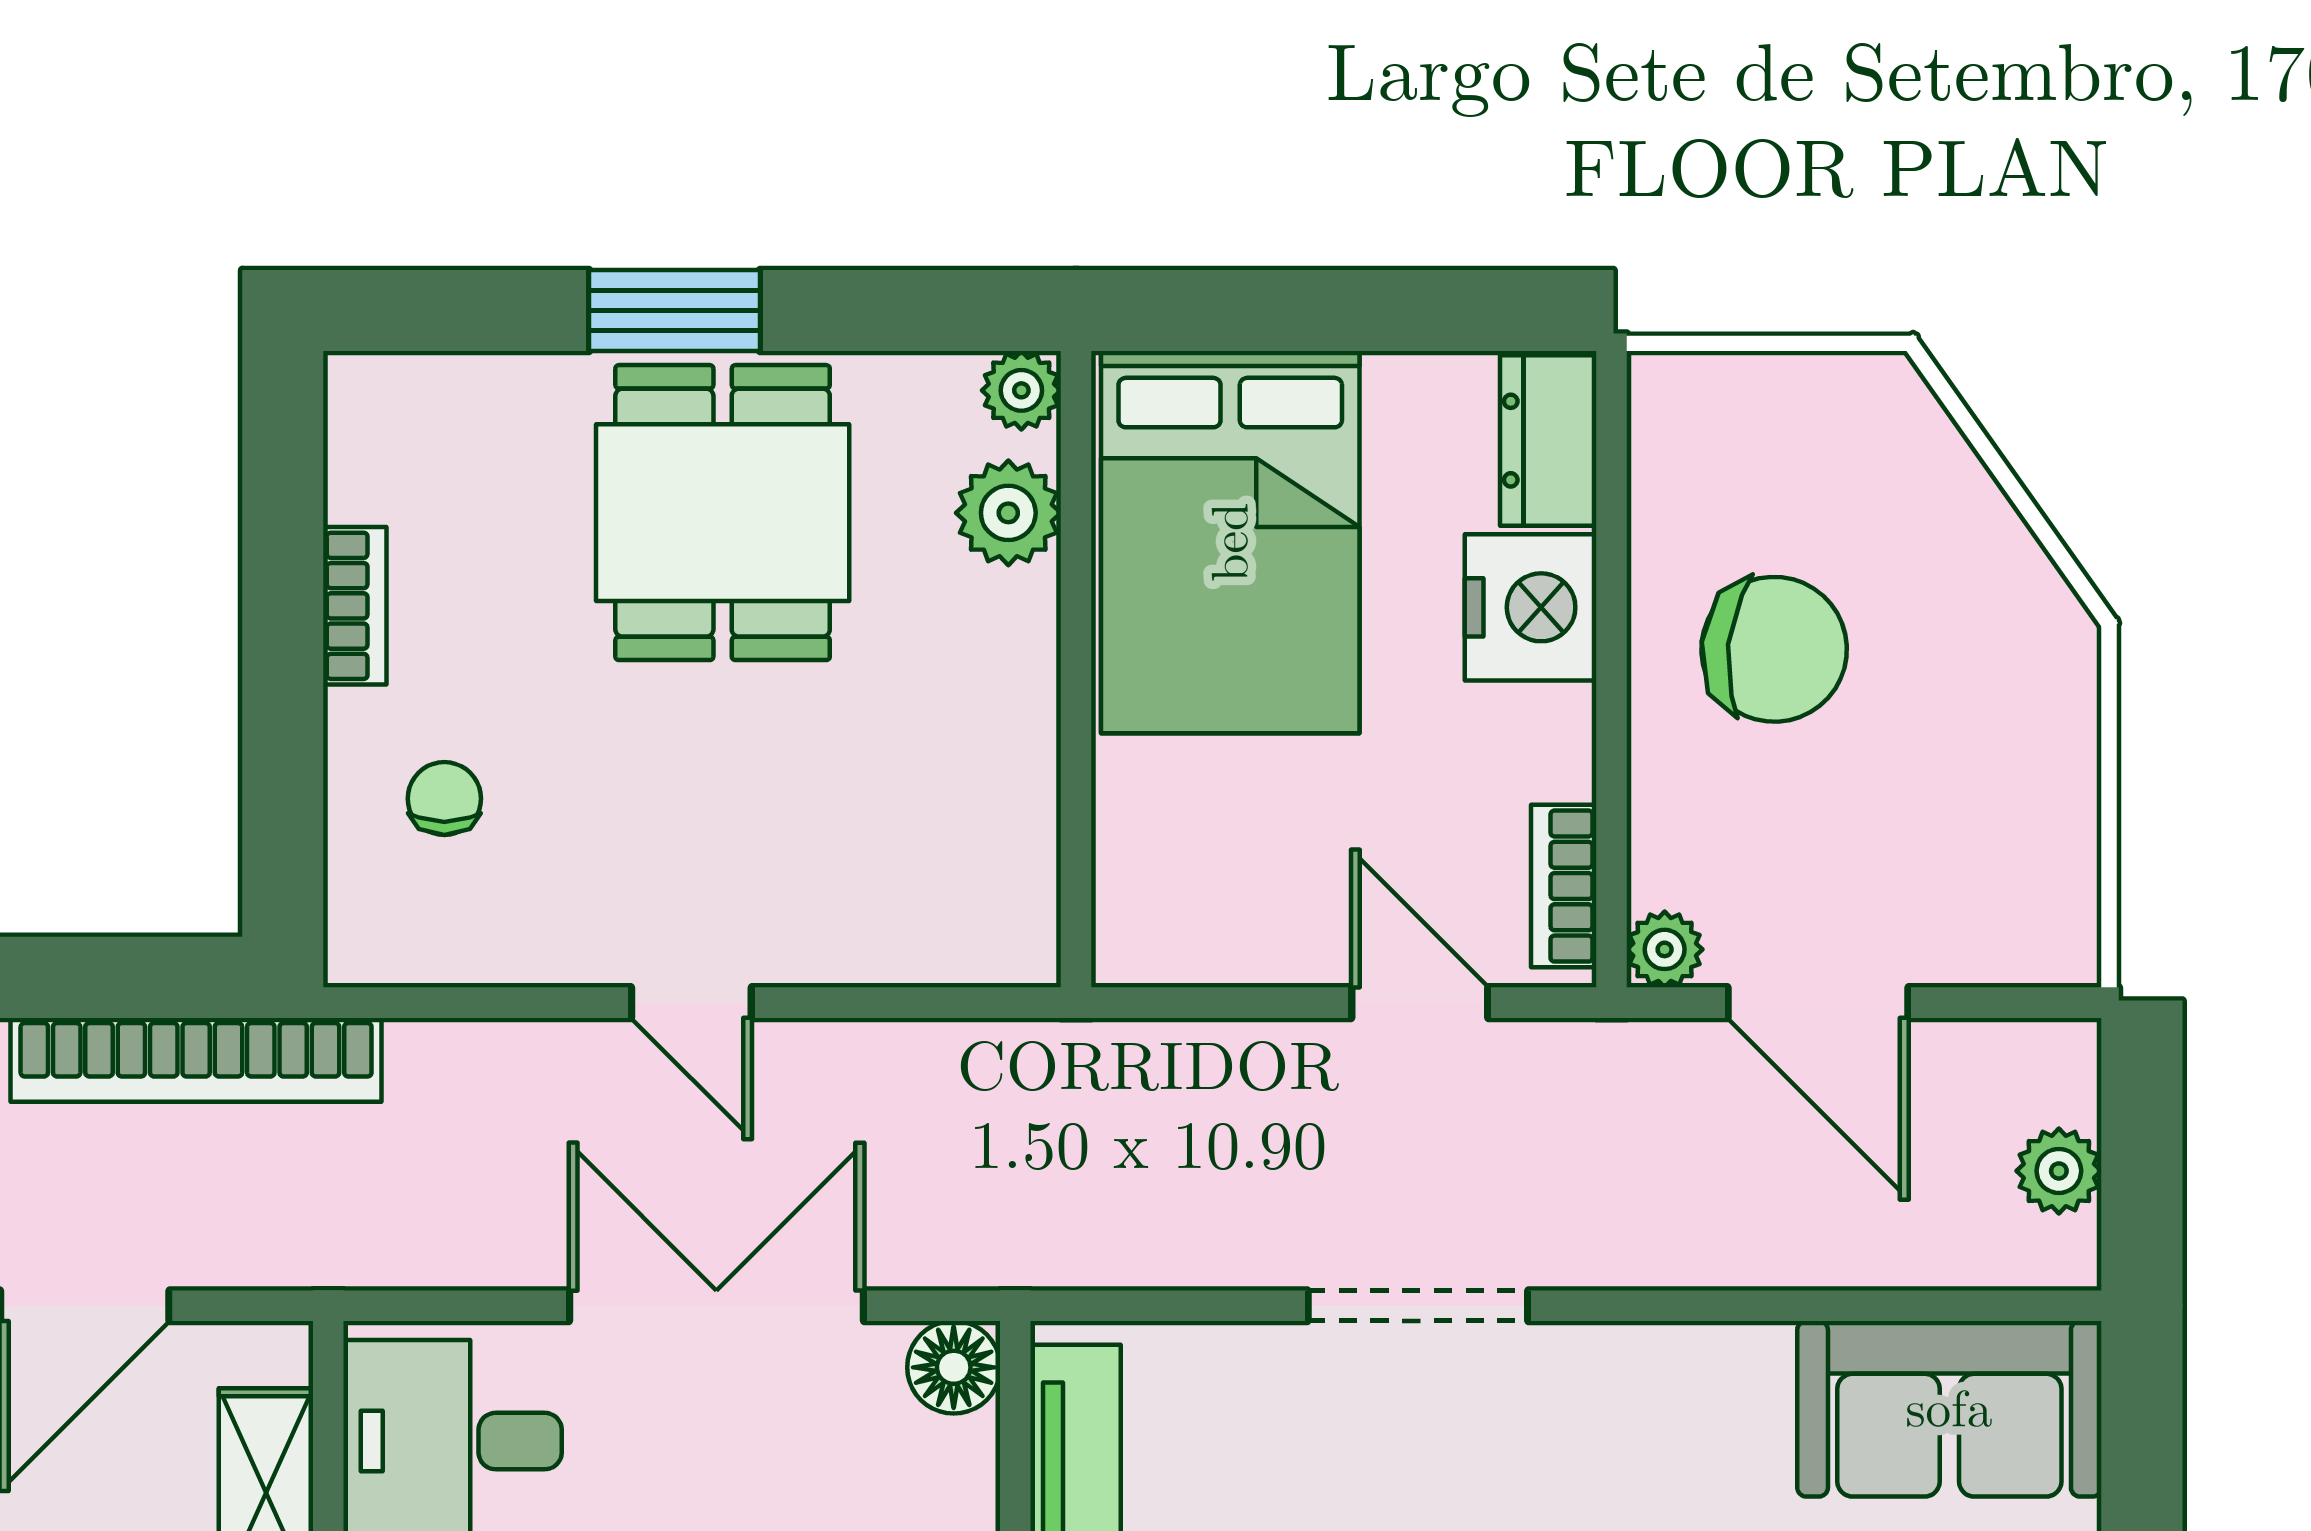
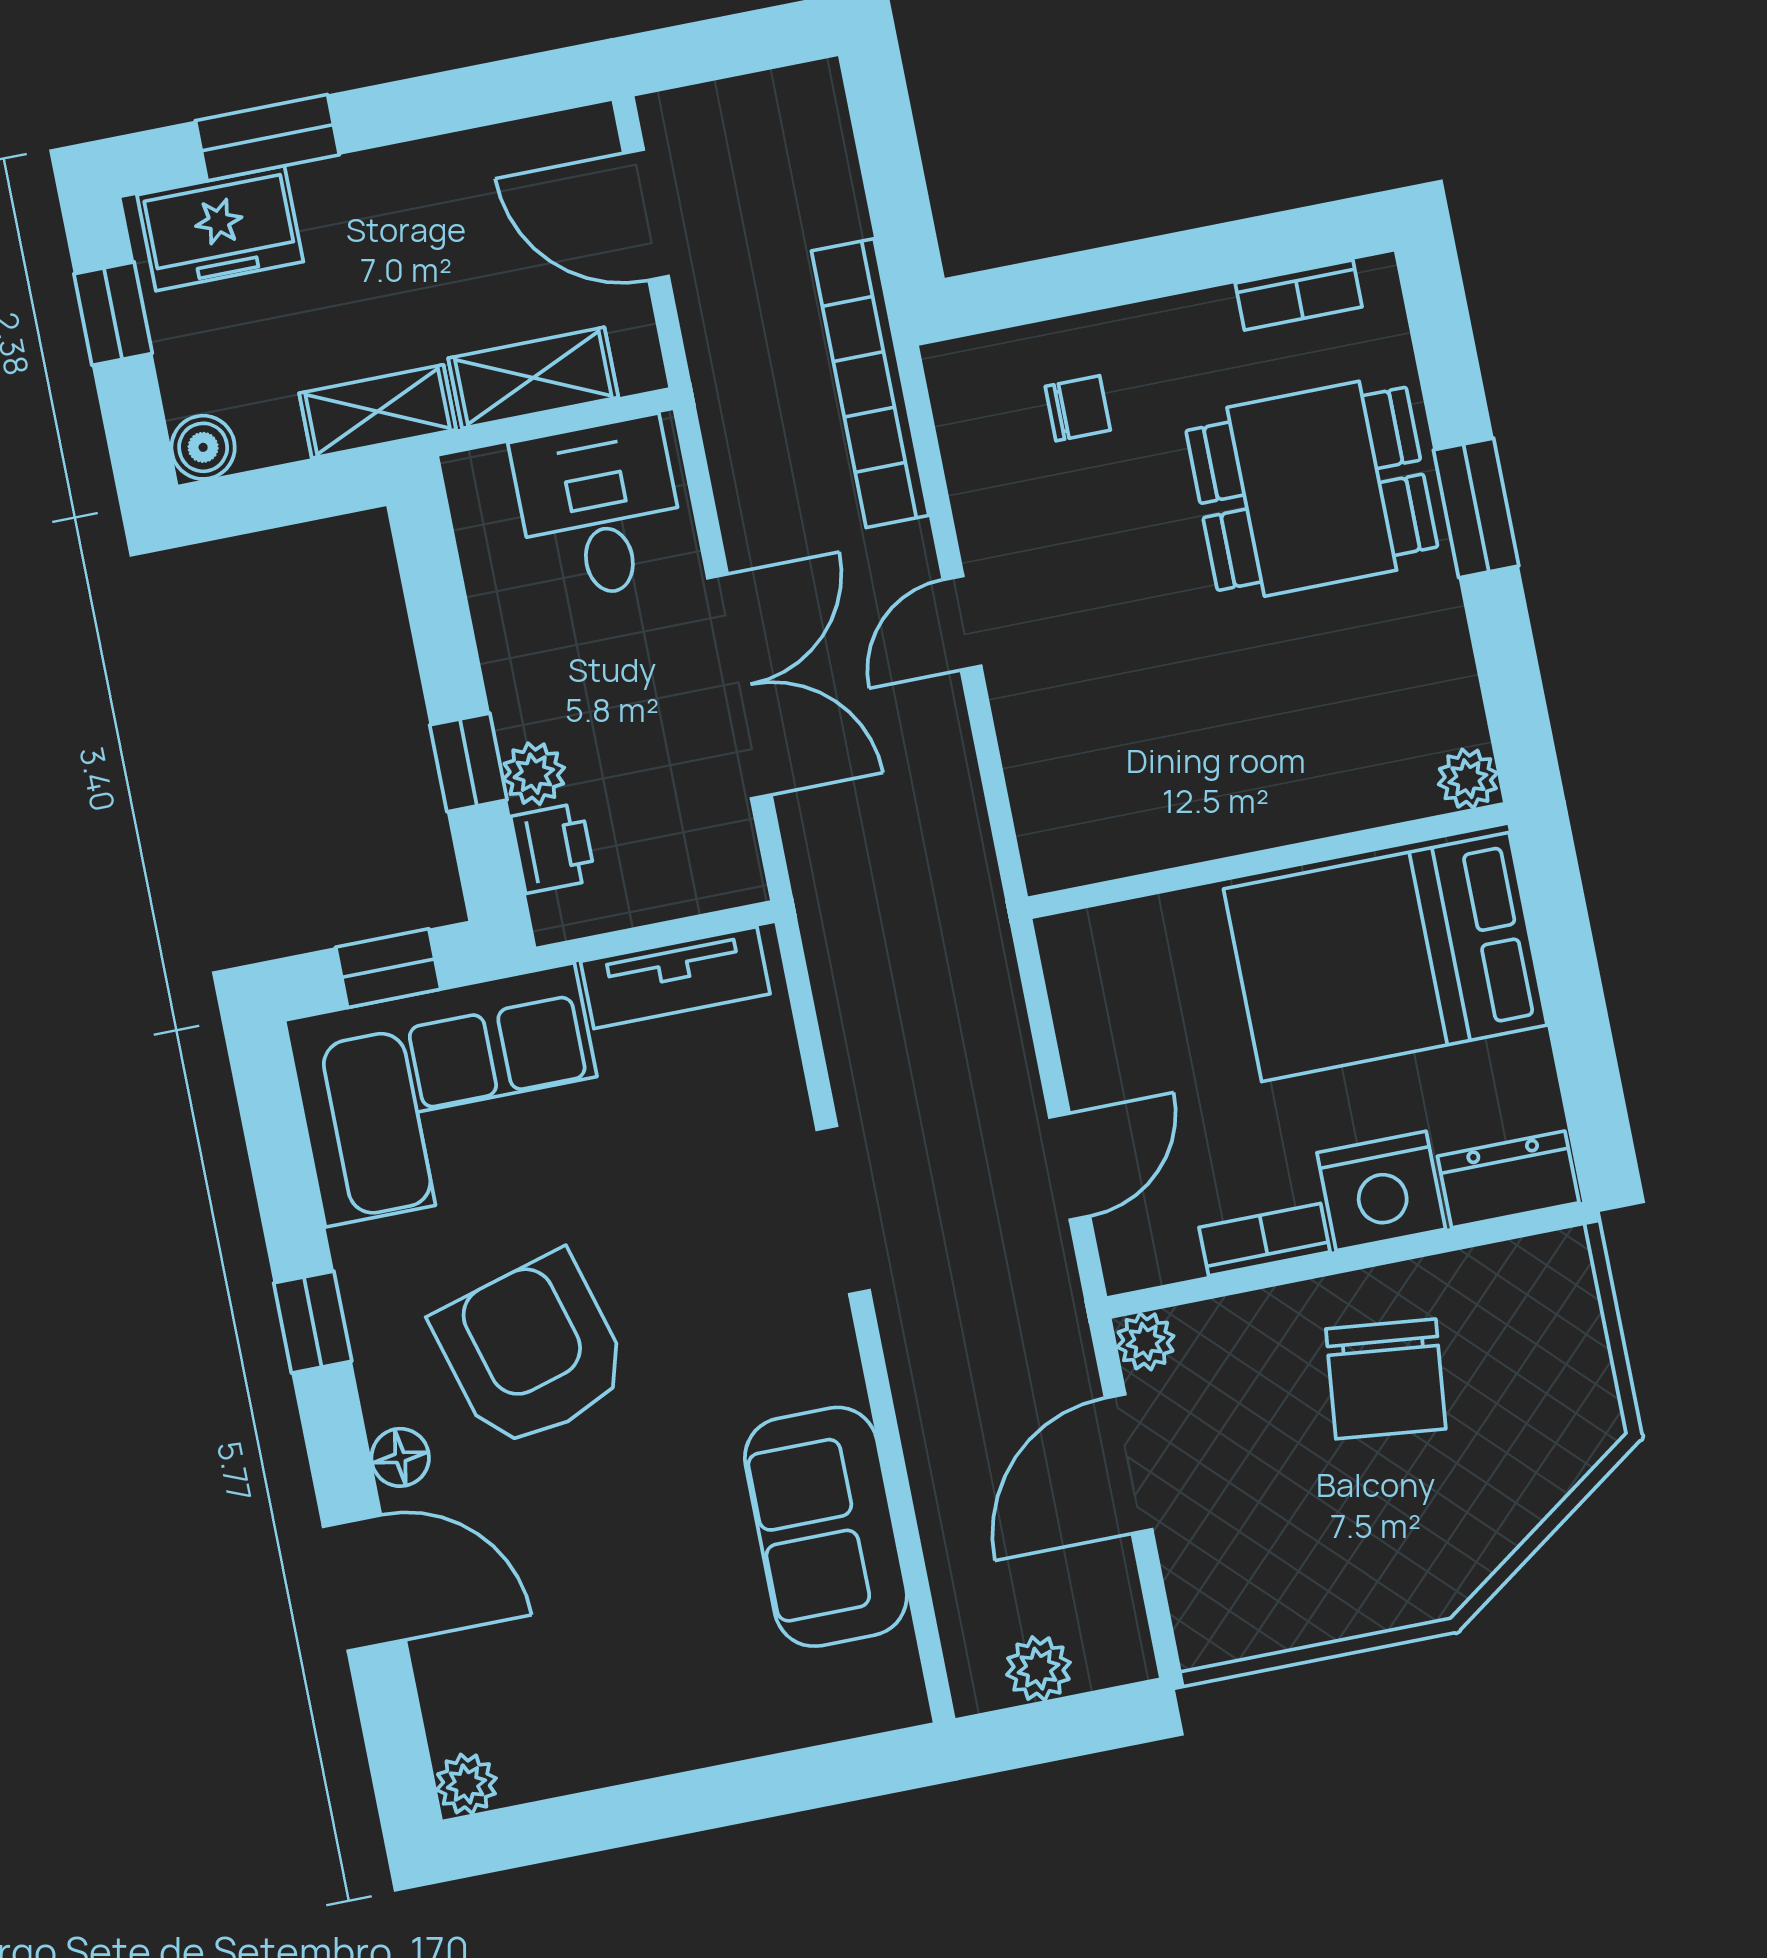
dining table: (723, 513) -> (1312, 489), moved
plant: (1008, 513) -> (1374, 787), removed
bookcase: (355, 606) -> (1299, 295), moved
bookcase: (1564, 886) -> (1265, 1240), moved
bookcase: (196, 1060) -> (870, 383), moved
floor lamp: (954, 1367) -> (729, 873), removed
sofa: (1949, 1409) -> (826, 1527), moved

